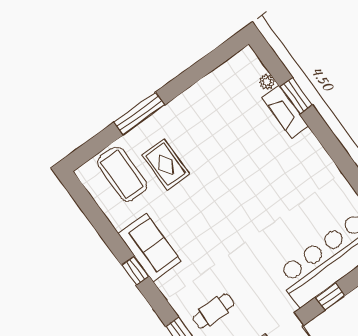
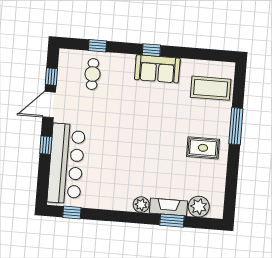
plant: (267, 82) -> (199, 207), width x1.88, depth x1.88
plant: (307, 143) -> (141, 205), added
rug: (166, 164) -> (203, 148), moved

